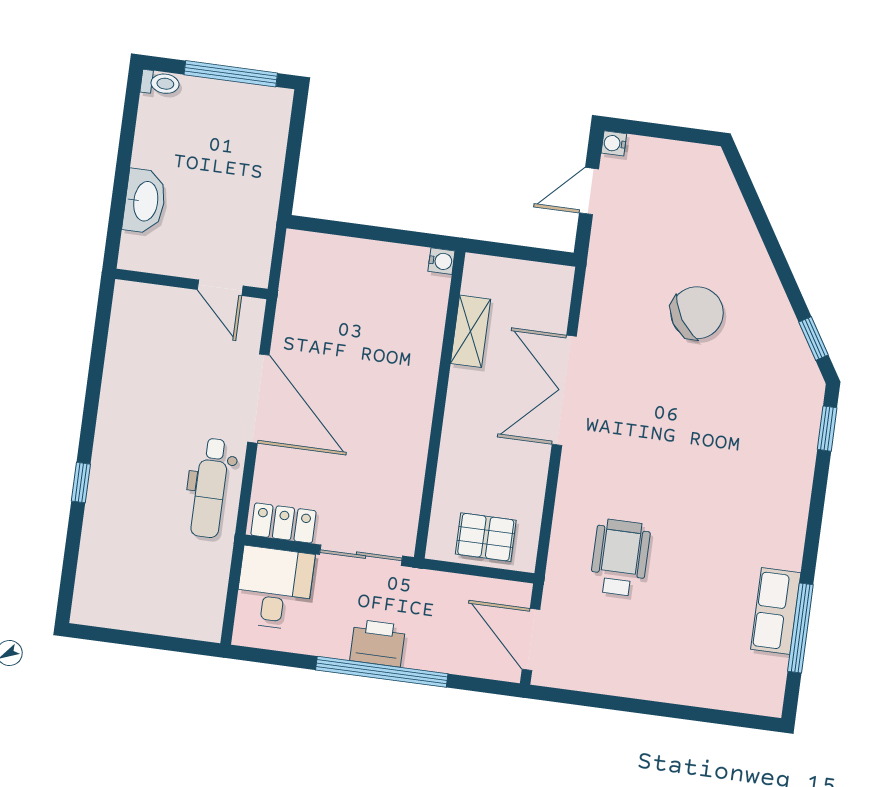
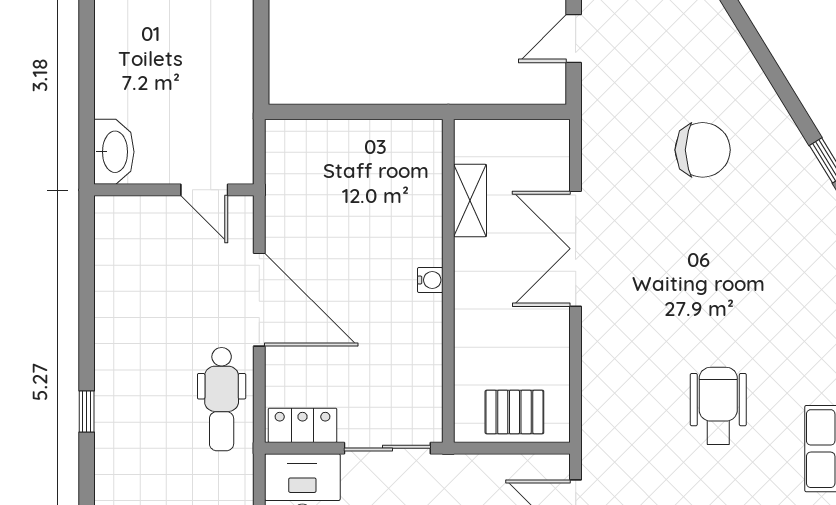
washbasin: (145, 201) -> (114, 152), moved
water cooler: (441, 261) -> (430, 280), moved
chair: (697, 313) -> (703, 150), turned 33
wheelchair: (620, 558) -> (718, 406), moved

